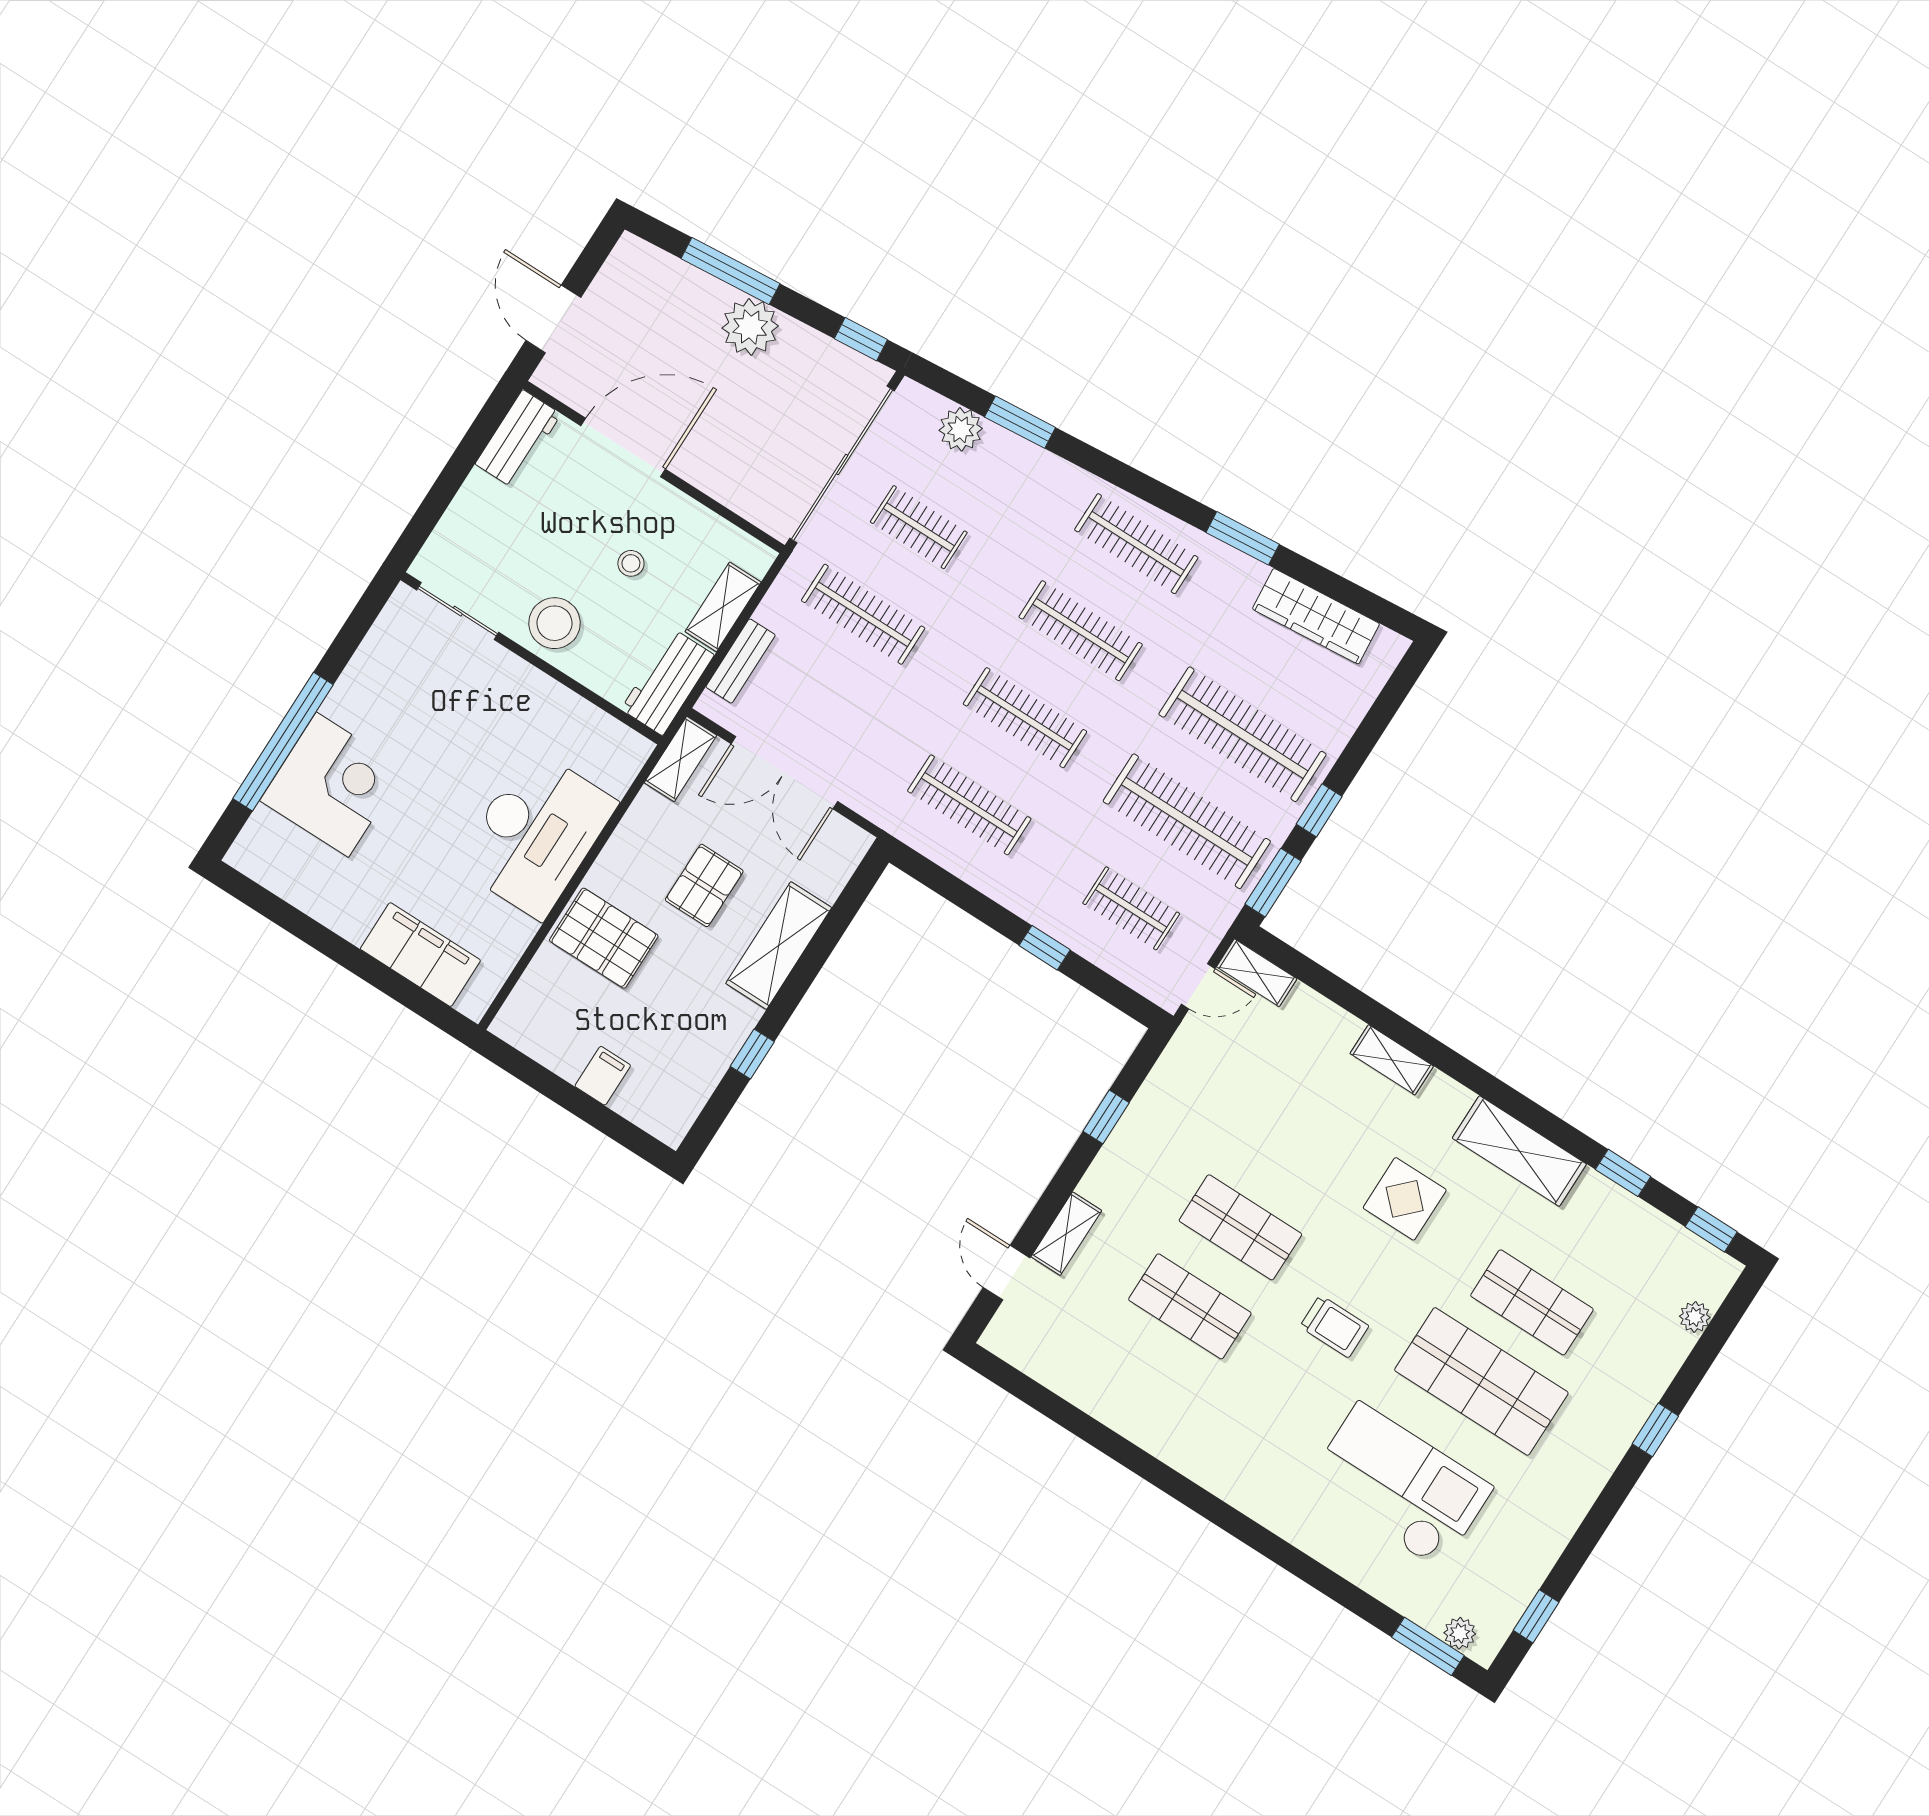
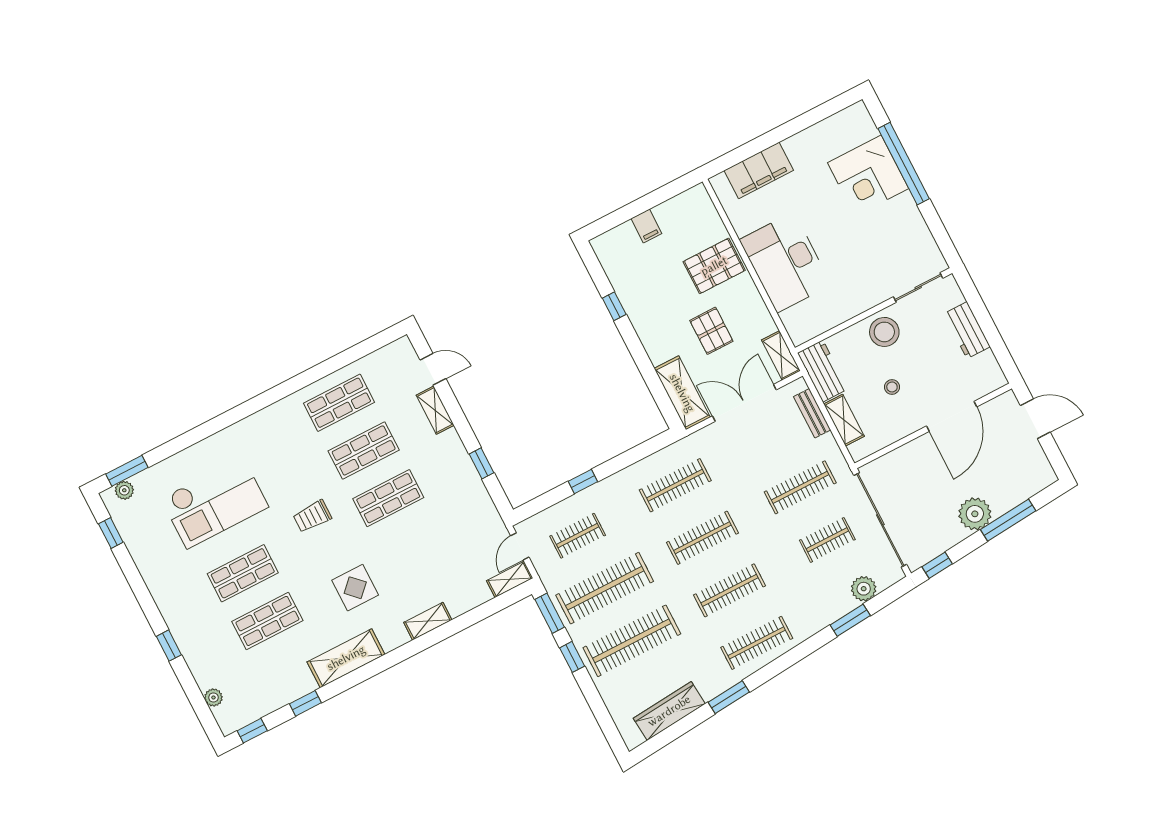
workbench: (518, 439) -> (967, 330), moved
shelving: (779, 945) -> (682, 393), moved
shop shelf: (1481, 1381) -> (243, 573), width x0.70, depth x0.74
shop shelf: (1139, 1385) -> (339, 403), added

